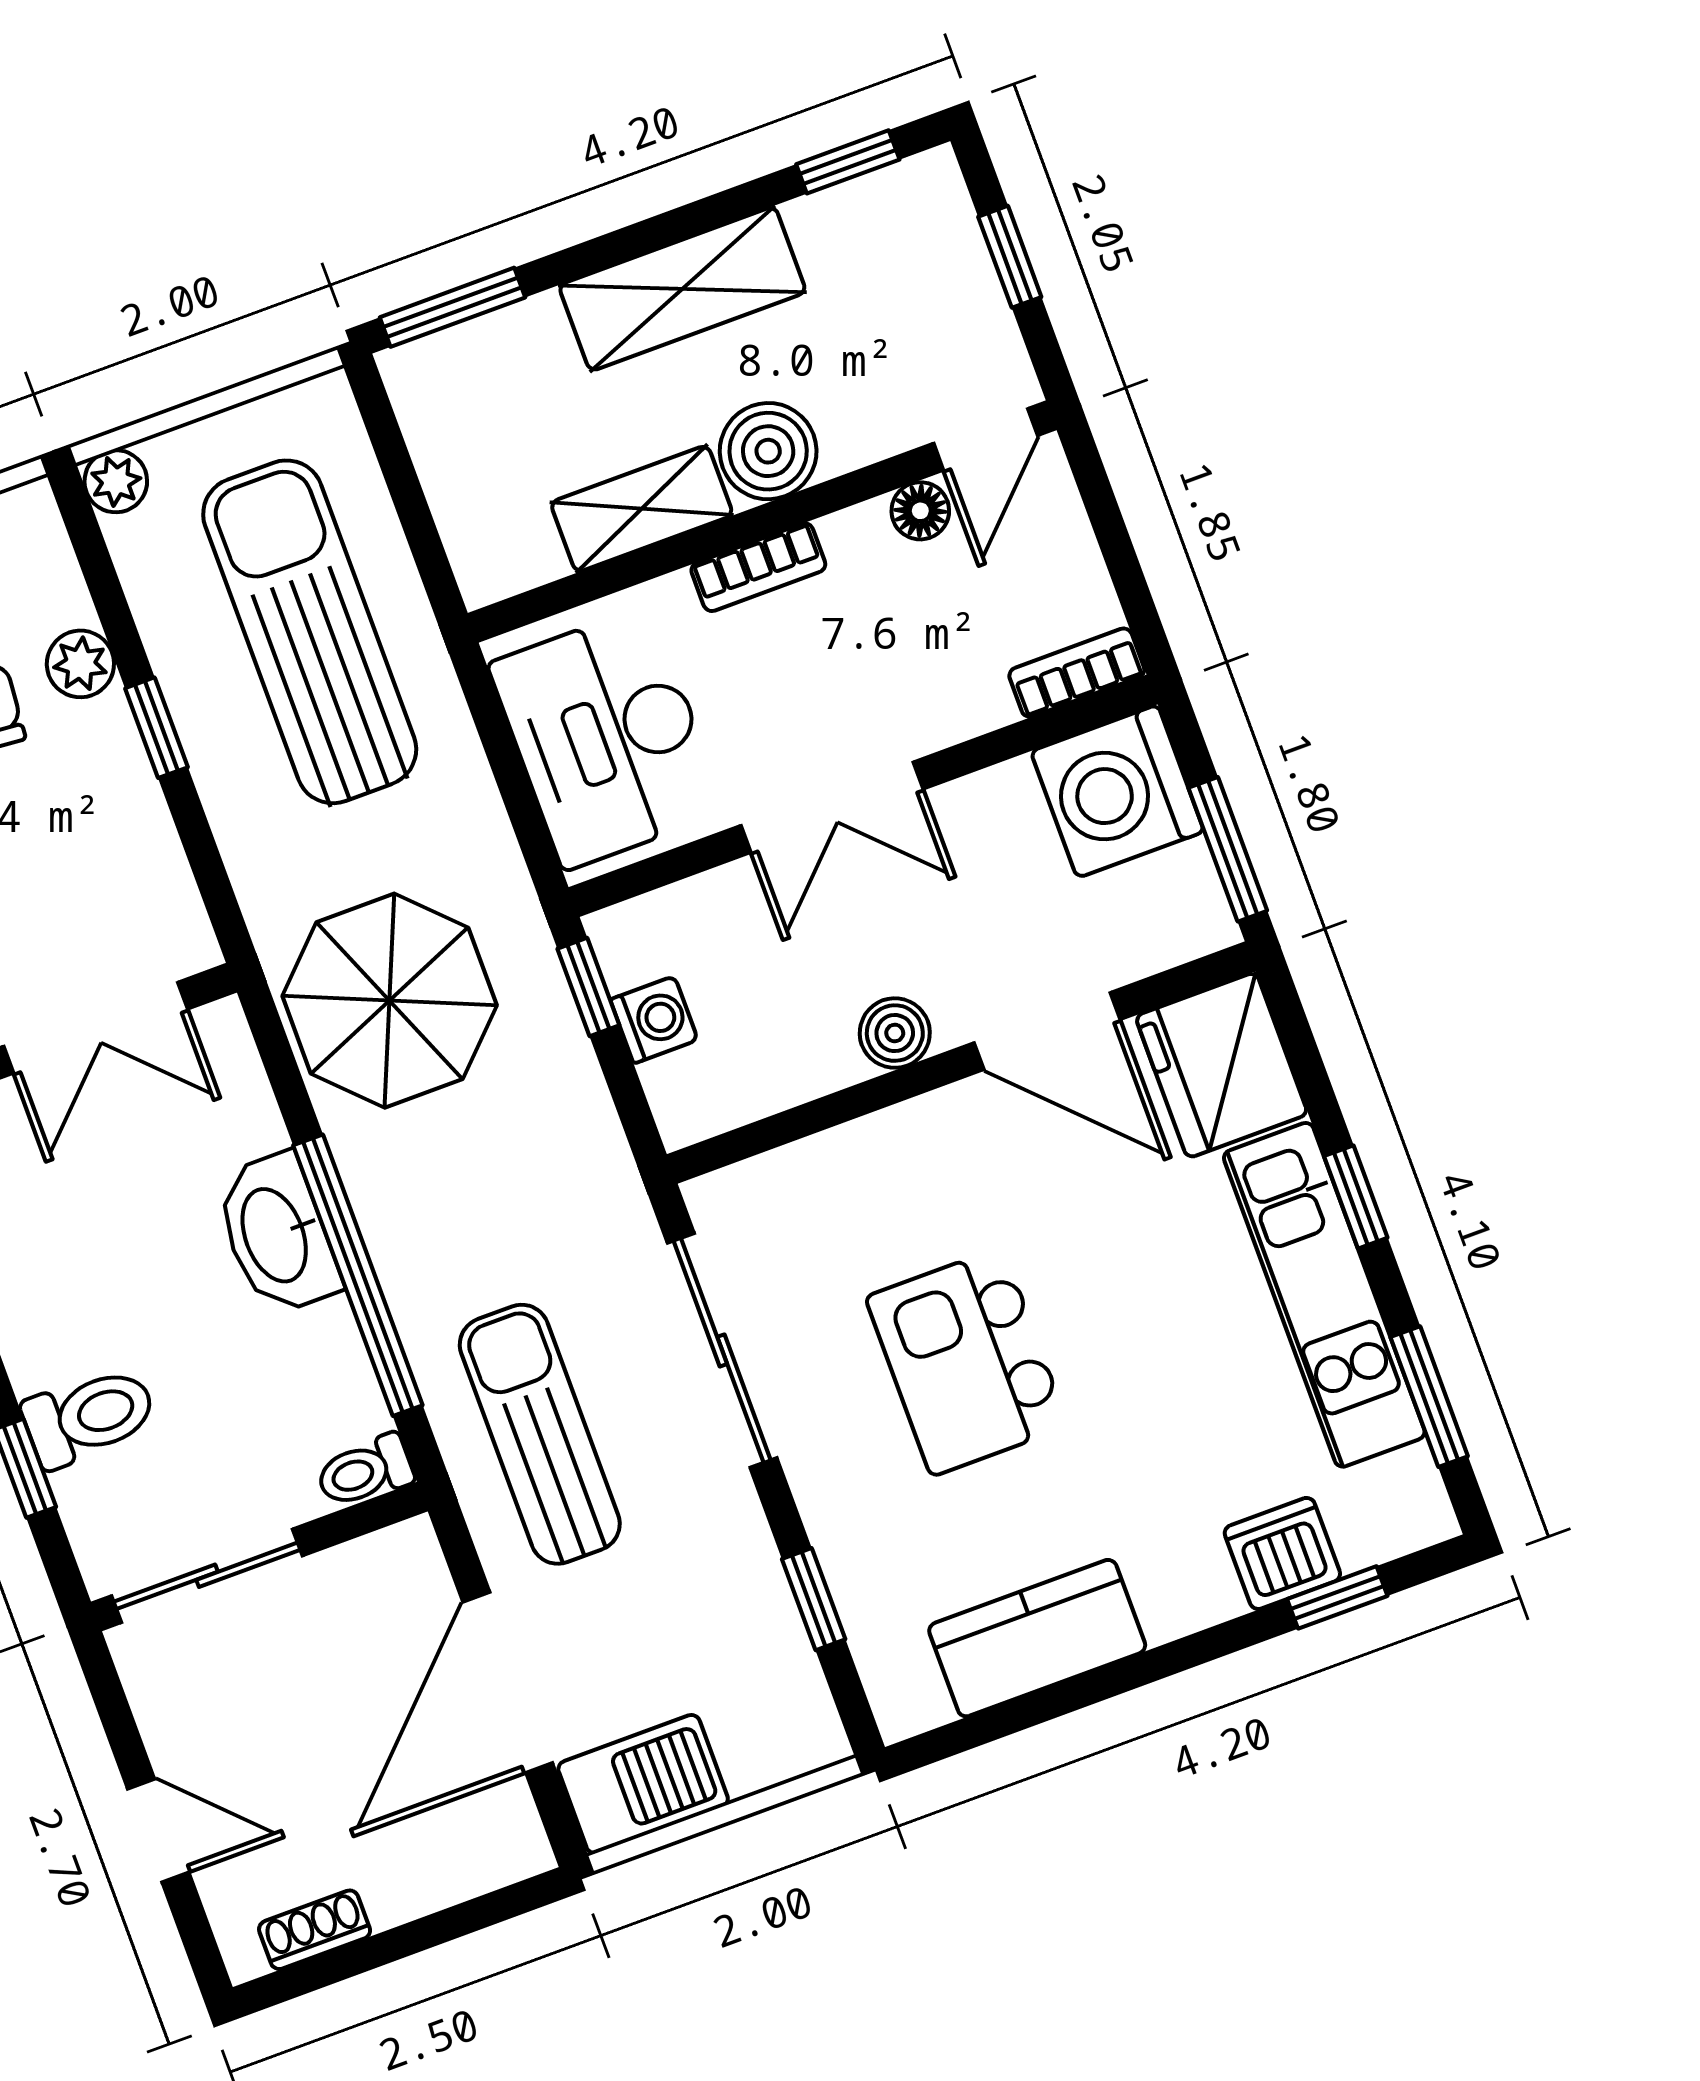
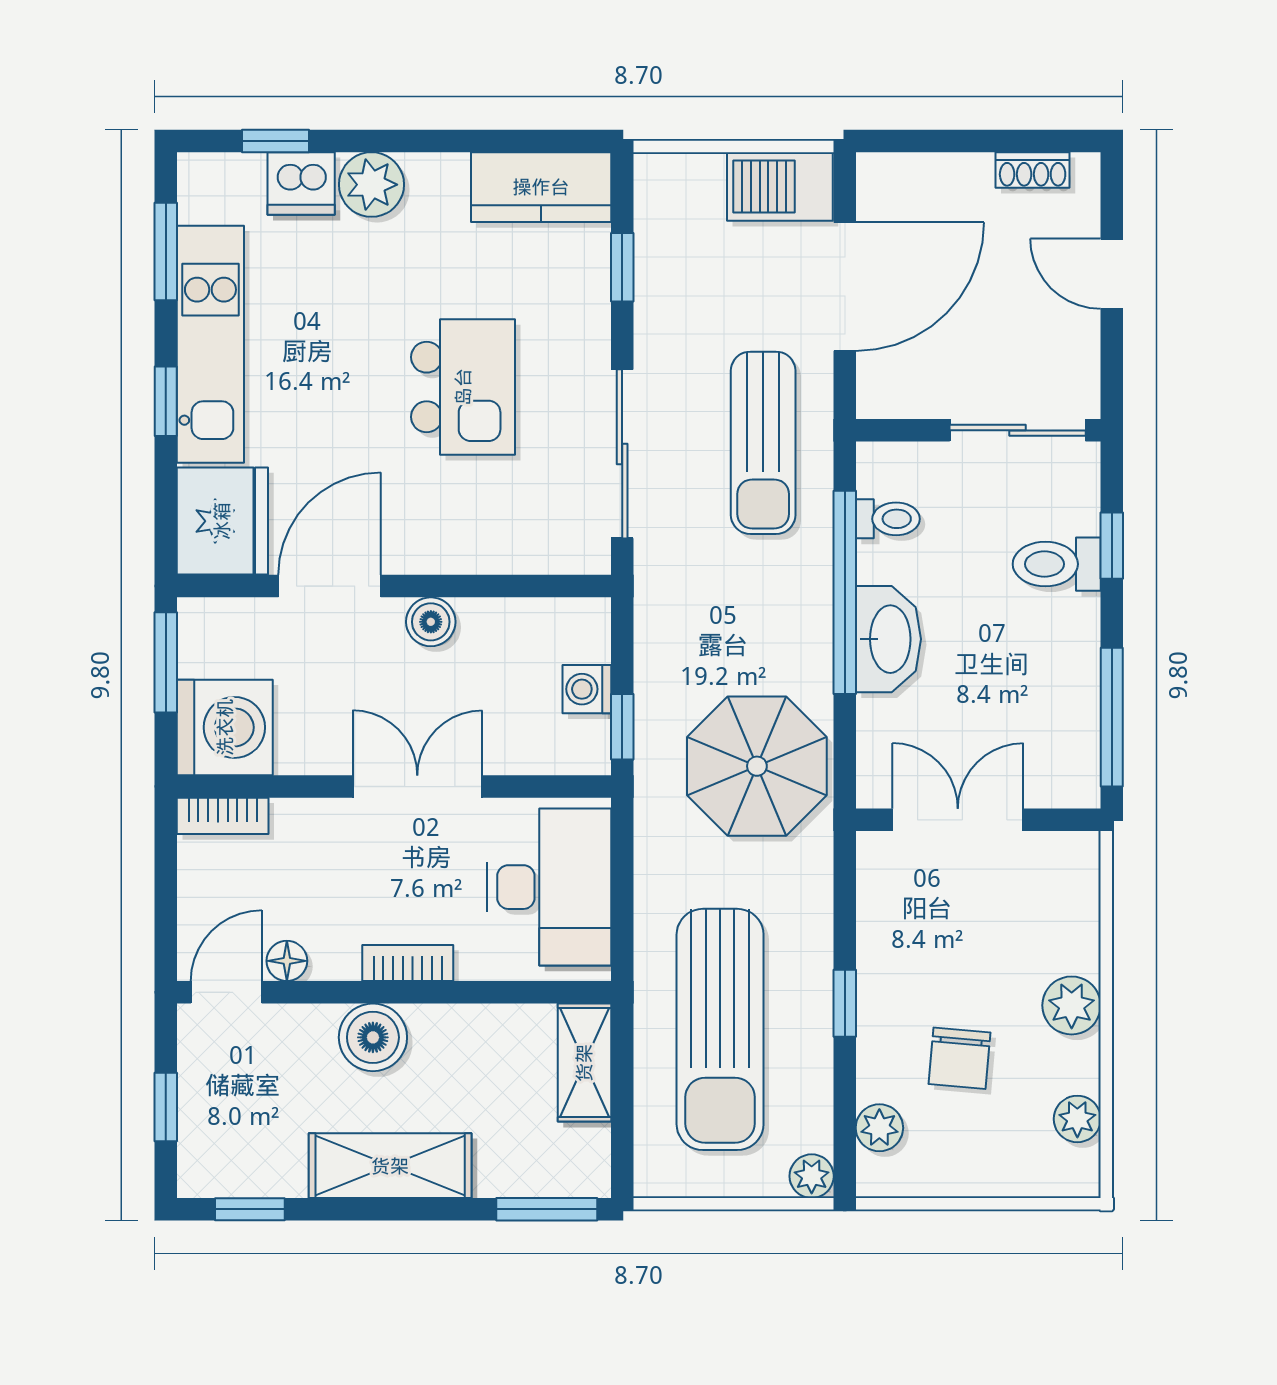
shelving: (642, 509) -> (584, 1063), moved, turned 90
plant: (80, 664) -> (879, 1128), moved
door: (1047, 1031) -> (330, 586), hinge flipped
toilet: (365, 1471) -> (888, 519), moved
plant: (1188, 1586) -> (371, 185), added
kitchen counter: (1037, 1638) -> (541, 187), moved

